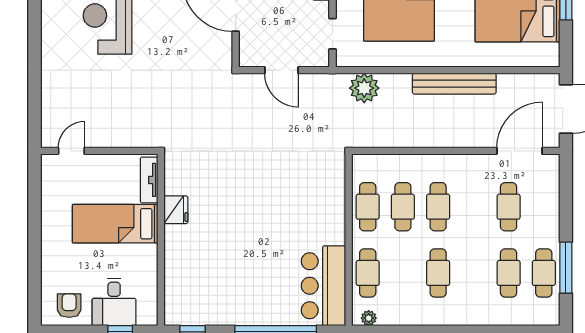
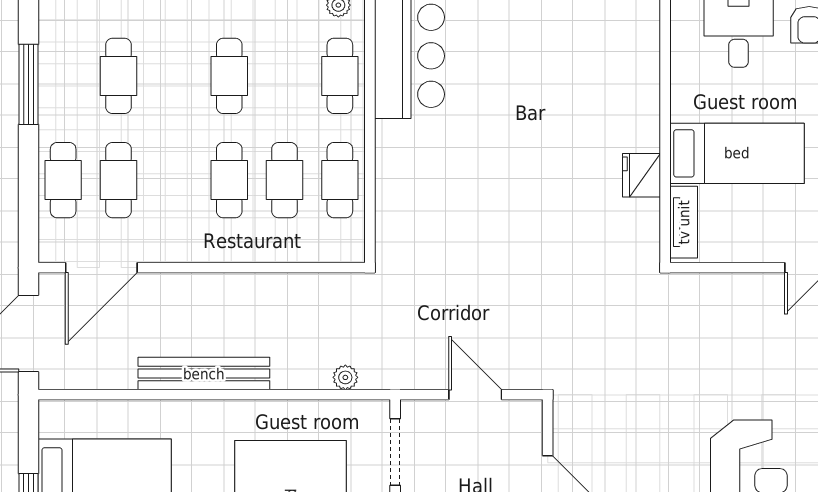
doorway: (333, 34) -> (395, 452), width x1.38
plant: (364, 88) -> (345, 377), width x0.53, depth x0.53
cafe table: (544, 273) -> (63, 180), moved

